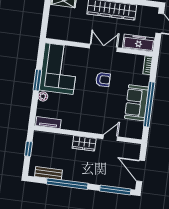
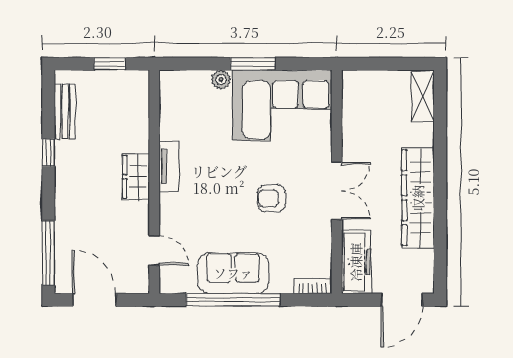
armchair: (103, 80) -> (272, 198), turned 90
tv unit: (48, 123) -> (169, 166), moved
door: (110, 138) -> (154, 250), moved
door: (141, 171) -> (94, 300), hinge flipped
window: (67, 184) -> (48, 152), width x0.32

